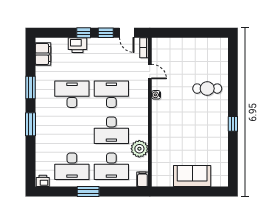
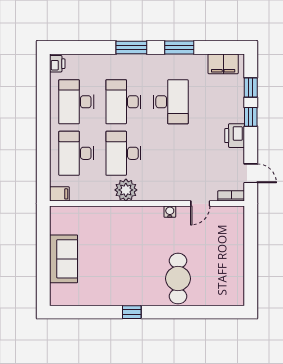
window: (106, 33) -> (251, 88), moved
door: (127, 33) -> (251, 173), swing flipped
printer: (78, 45) -> (235, 136), moved
cafe table: (207, 89) -> (178, 279), width x1.37, depth x1.35
desk: (111, 94) -> (123, 102), moved, turned 180
plant: (139, 149) -> (126, 190), moved
window: (88, 192) -> (43, 123), removed

